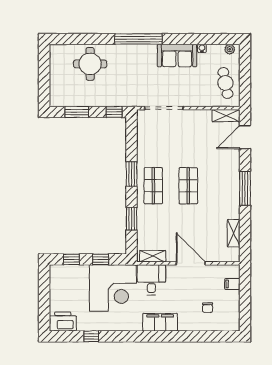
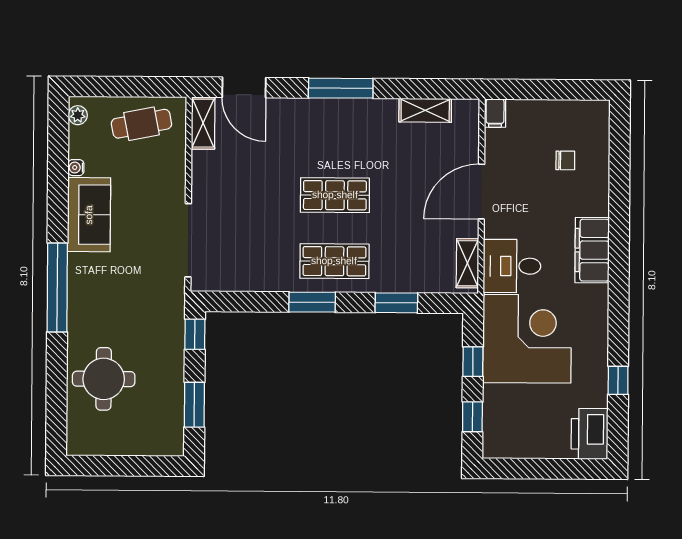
filing cabinet: (232, 284) -> (495, 113), moved

